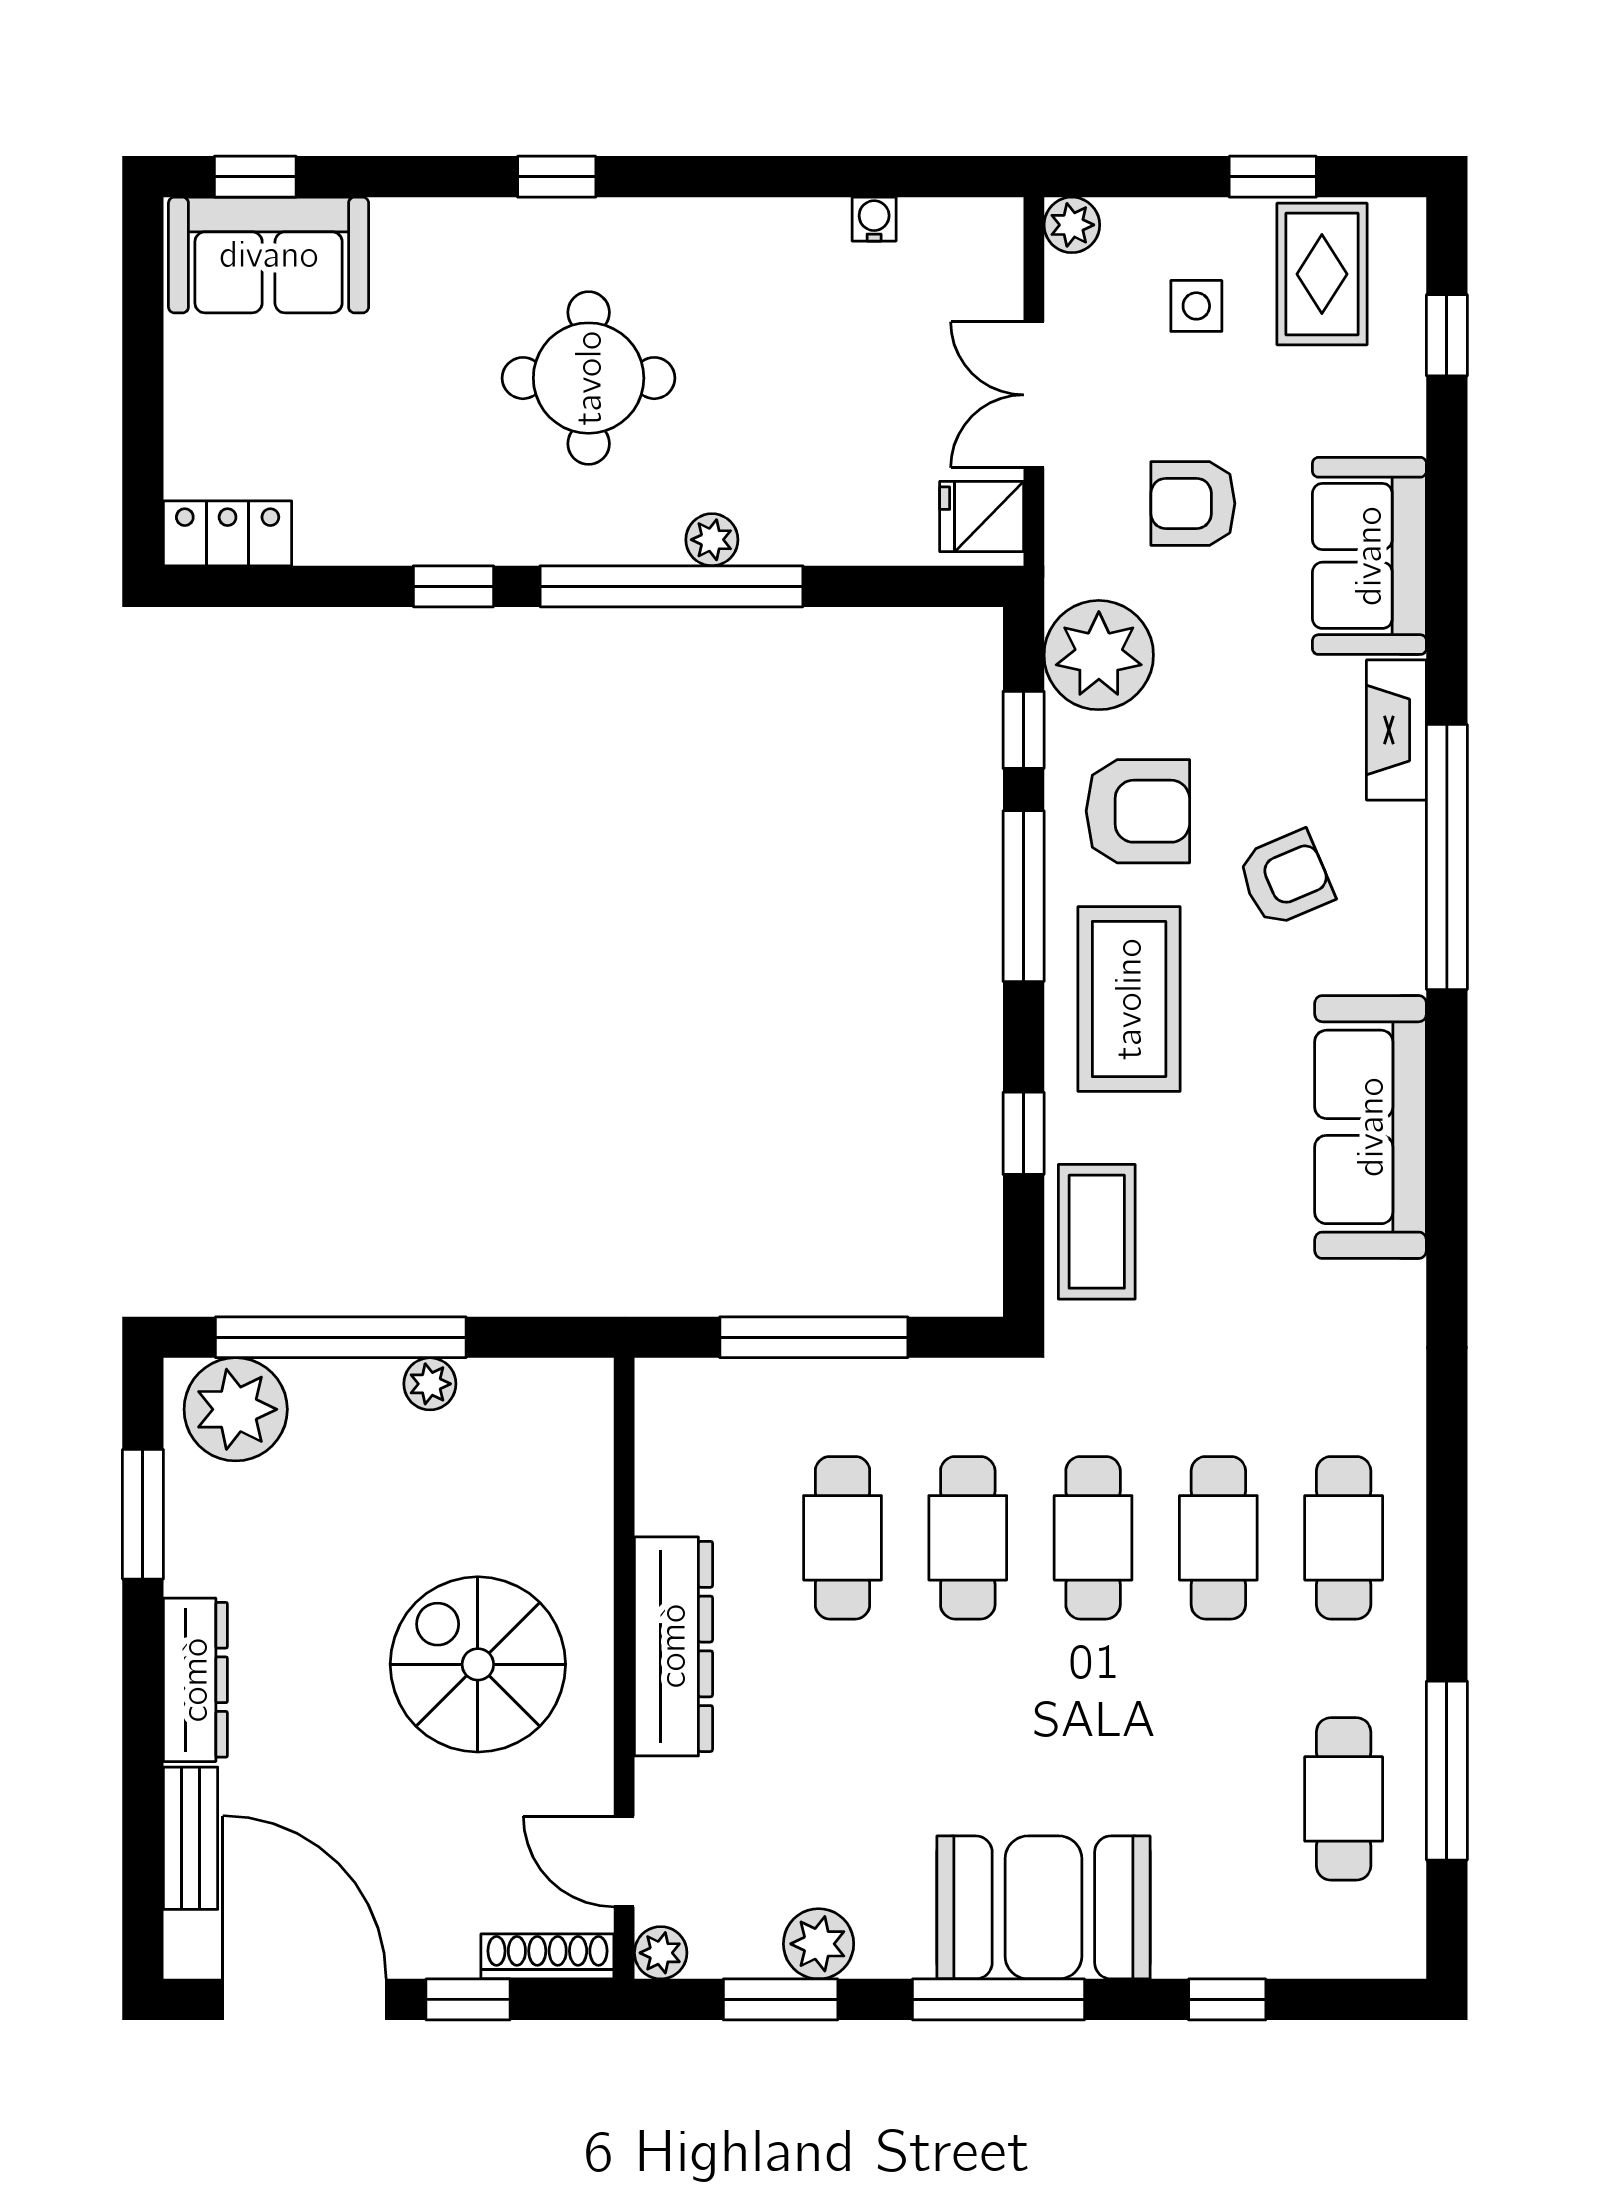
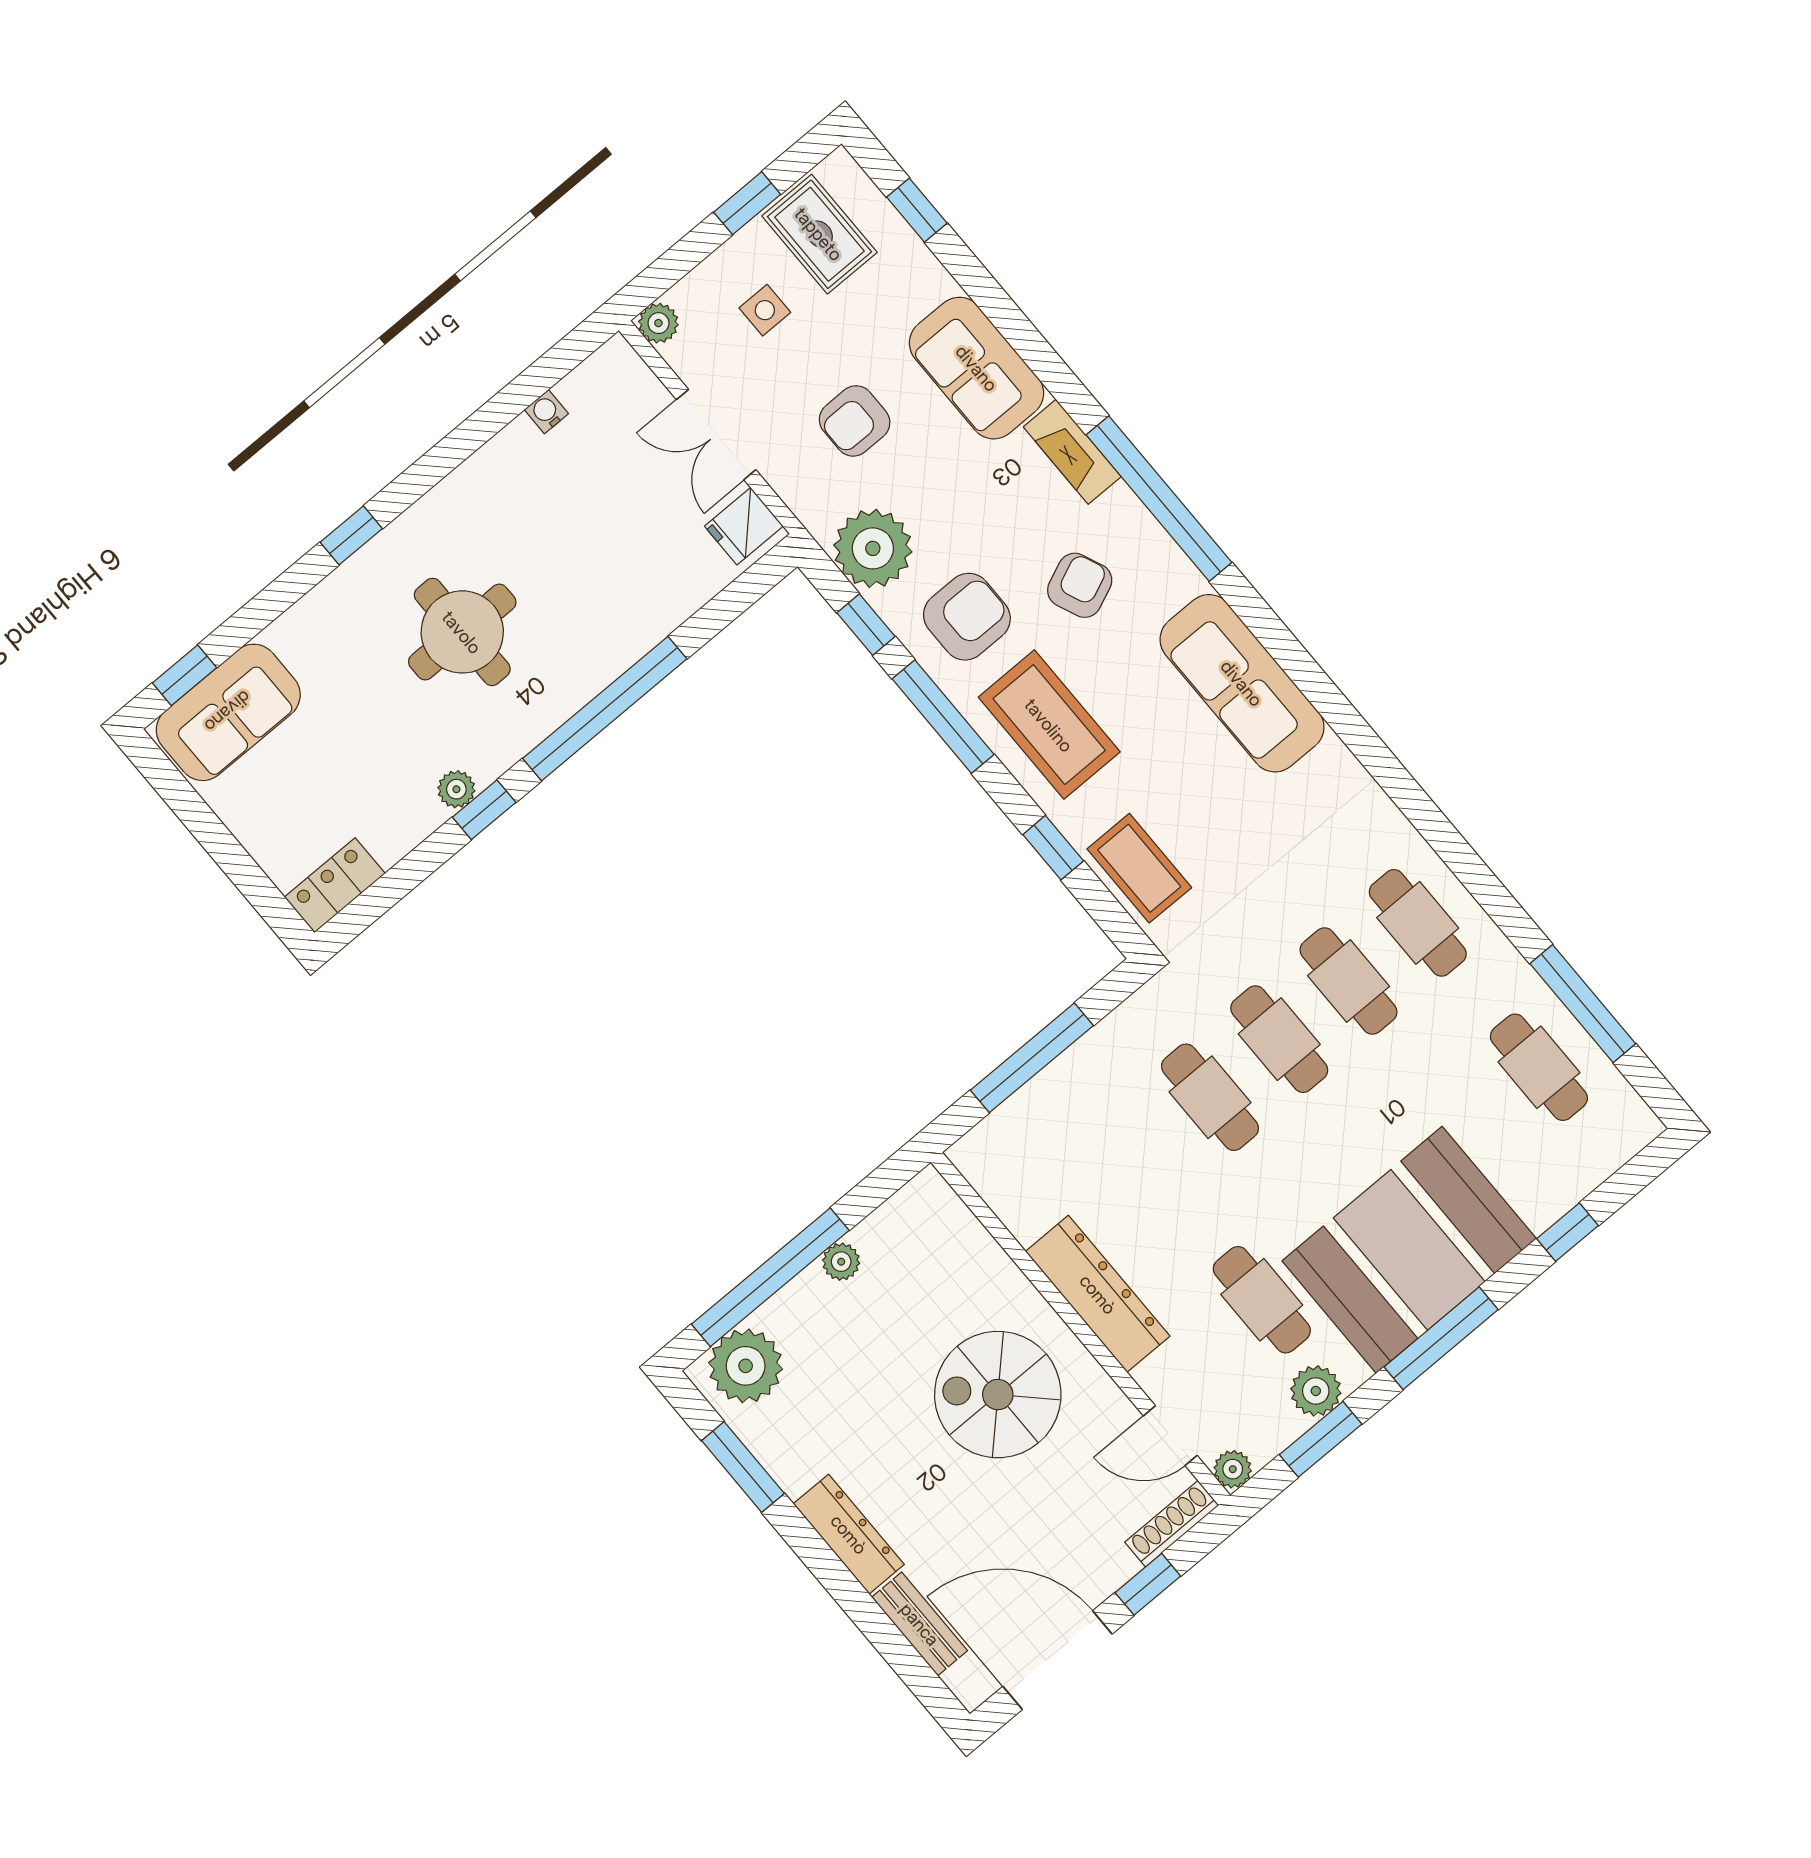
plant: (712, 540) -> (456, 789), moved
cafe table: (842, 1538) -> (1262, 1300), moved
booth: (1043, 1907) -> (1409, 1250), width x1.36, depth x1.42

